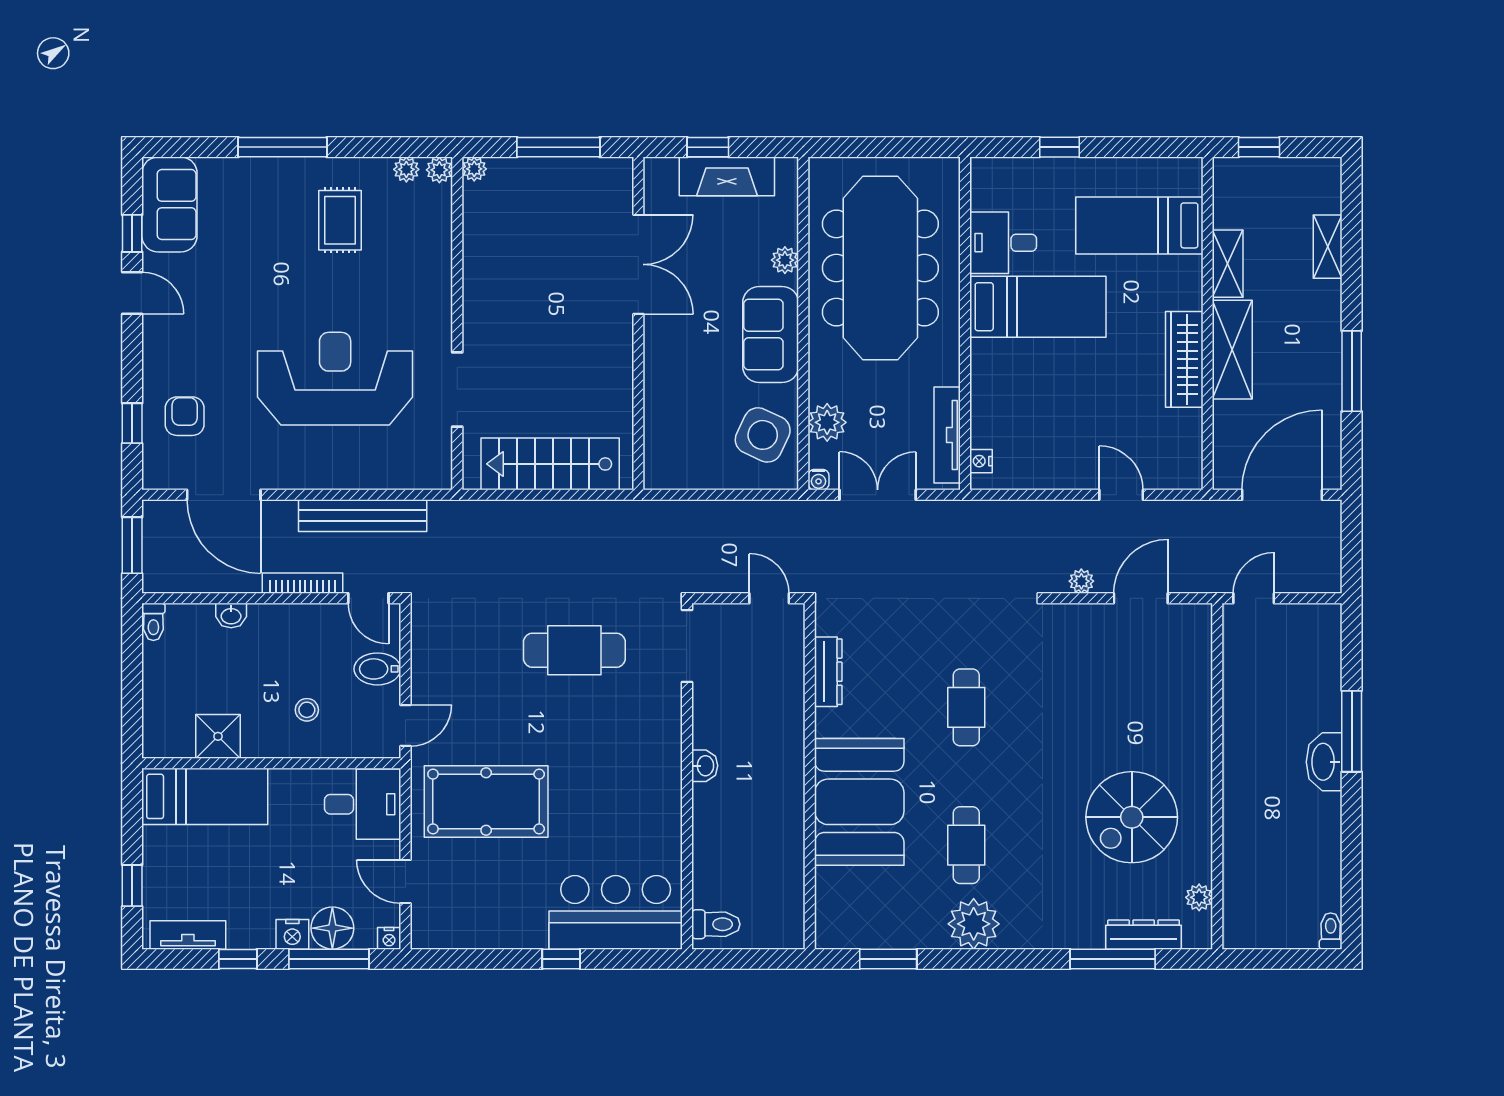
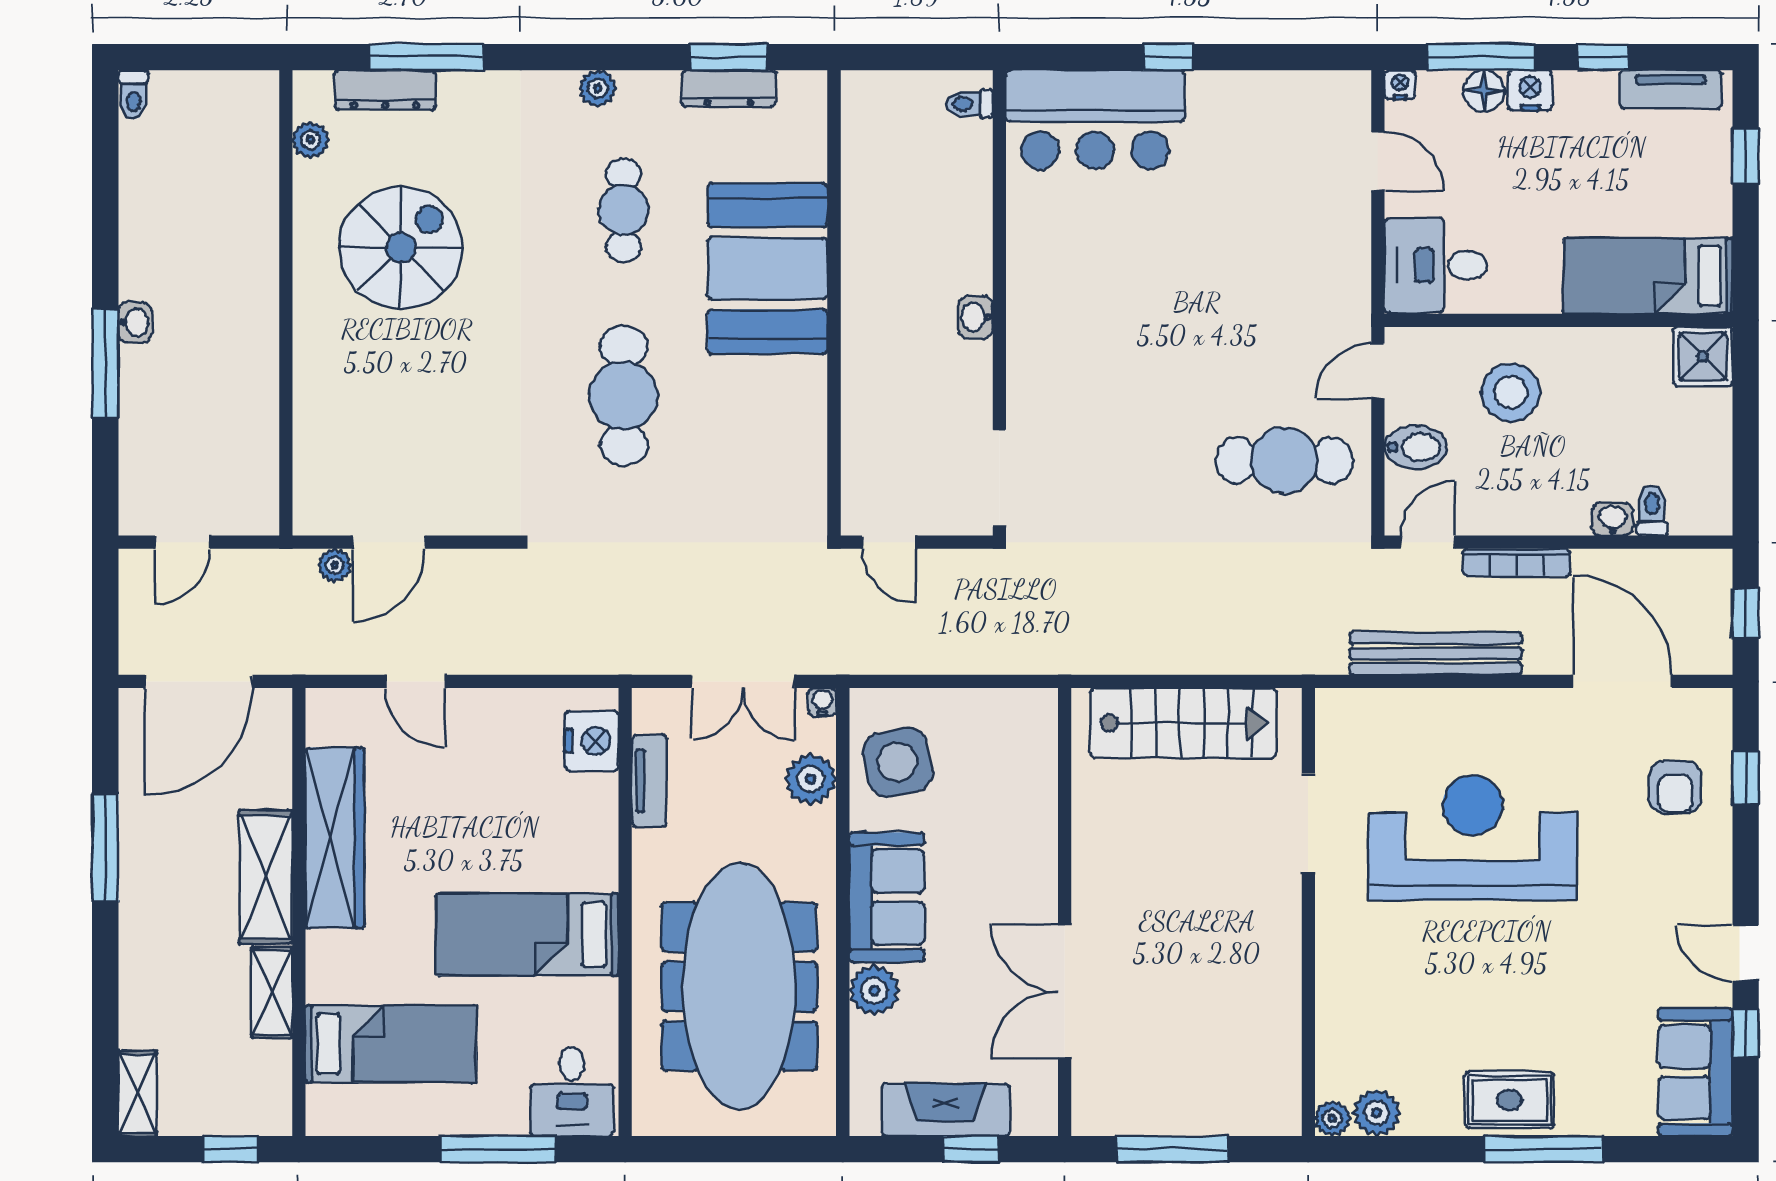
window: (1060, 147) -> (498, 1149), width x2.17
plant: (406, 169) -> (1377, 1113), width x1.38, depth x1.38
plant: (474, 169) -> (1285, 1120), removed
rug: (340, 220) -> (1510, 1100), moved, turned 90
desk: (1003, 243) -> (572, 1091), moved, turned 90
shelving: (1328, 247) -> (137, 1093), moved
plant: (785, 260) -> (874, 990), width x1.38, depth x1.38
wardrobe: (1184, 359) -> (335, 838), width x1.40, depth x1.17
reception desk: (335, 379) -> (1473, 838), turned 180
side table: (763, 435) -> (897, 762), turned -37
tv unit: (947, 435) -> (649, 781), width x0.71
nightstand: (981, 461) -> (592, 741), width x1.89, depth x1.79
window: (132, 545) -> (1746, 613), width x0.67
plant: (1081, 581) -> (335, 565), moved
door: (368, 598) -> (1428, 542), hinge flipped
door: (1254, 598) -> (182, 542), moved
toilet: (153, 622) -> (1652, 510), moved
cafe table: (574, 650) -> (1284, 460), moved
dresser: (828, 672) -> (729, 88), moved, turned -90
cafe table: (966, 707) -> (624, 396), width x1.37, depth x1.35
stool: (307, 710) -> (1511, 392), width x1.89, depth x1.89
shower: (218, 736) -> (1703, 357), moved
washbasin: (1324, 762) -> (135, 322), width x0.52, depth x0.69
pool table: (486, 802) -> (1270, 269), removed
toilet: (716, 924) -> (969, 104), width x0.73, depth x0.72
plant: (974, 924) -> (598, 88), width x0.53, depth x0.53
floor lamp: (332, 928) -> (1484, 91), width x0.73, depth x0.73

